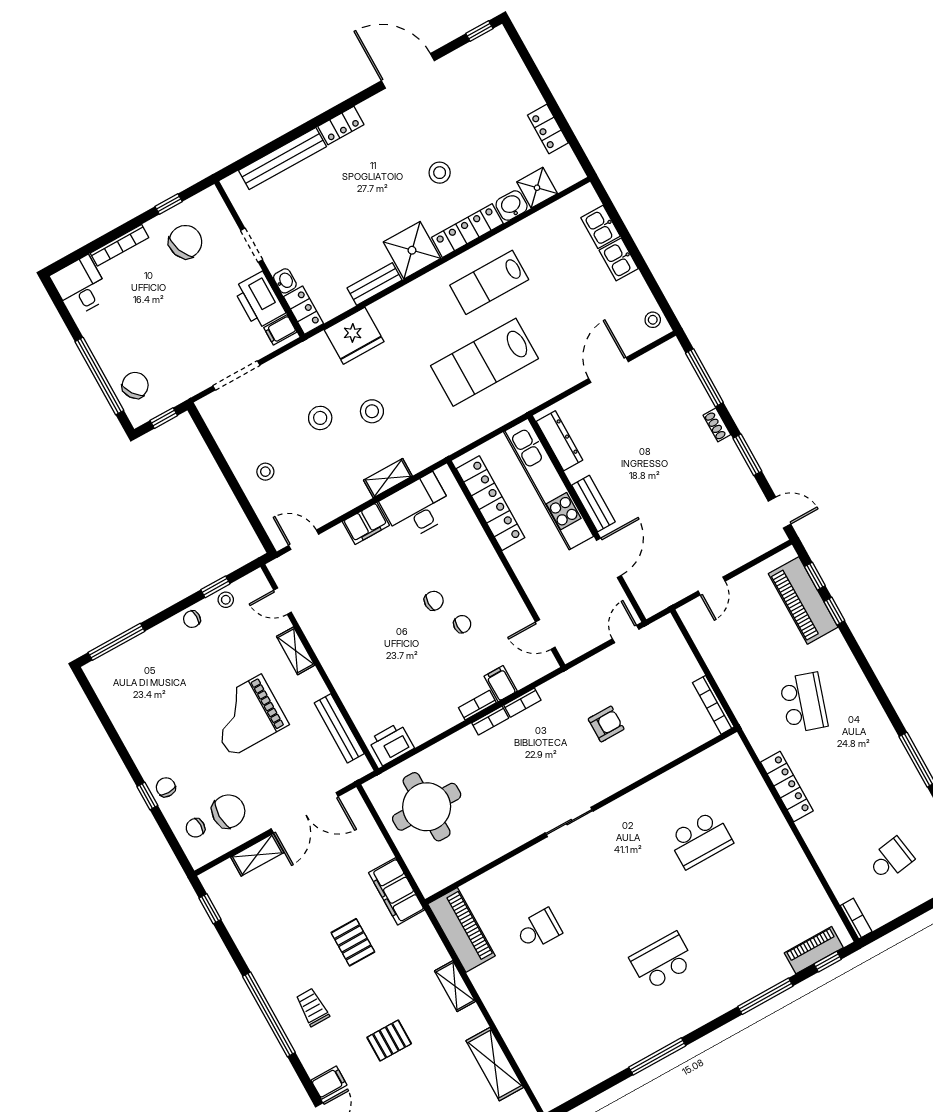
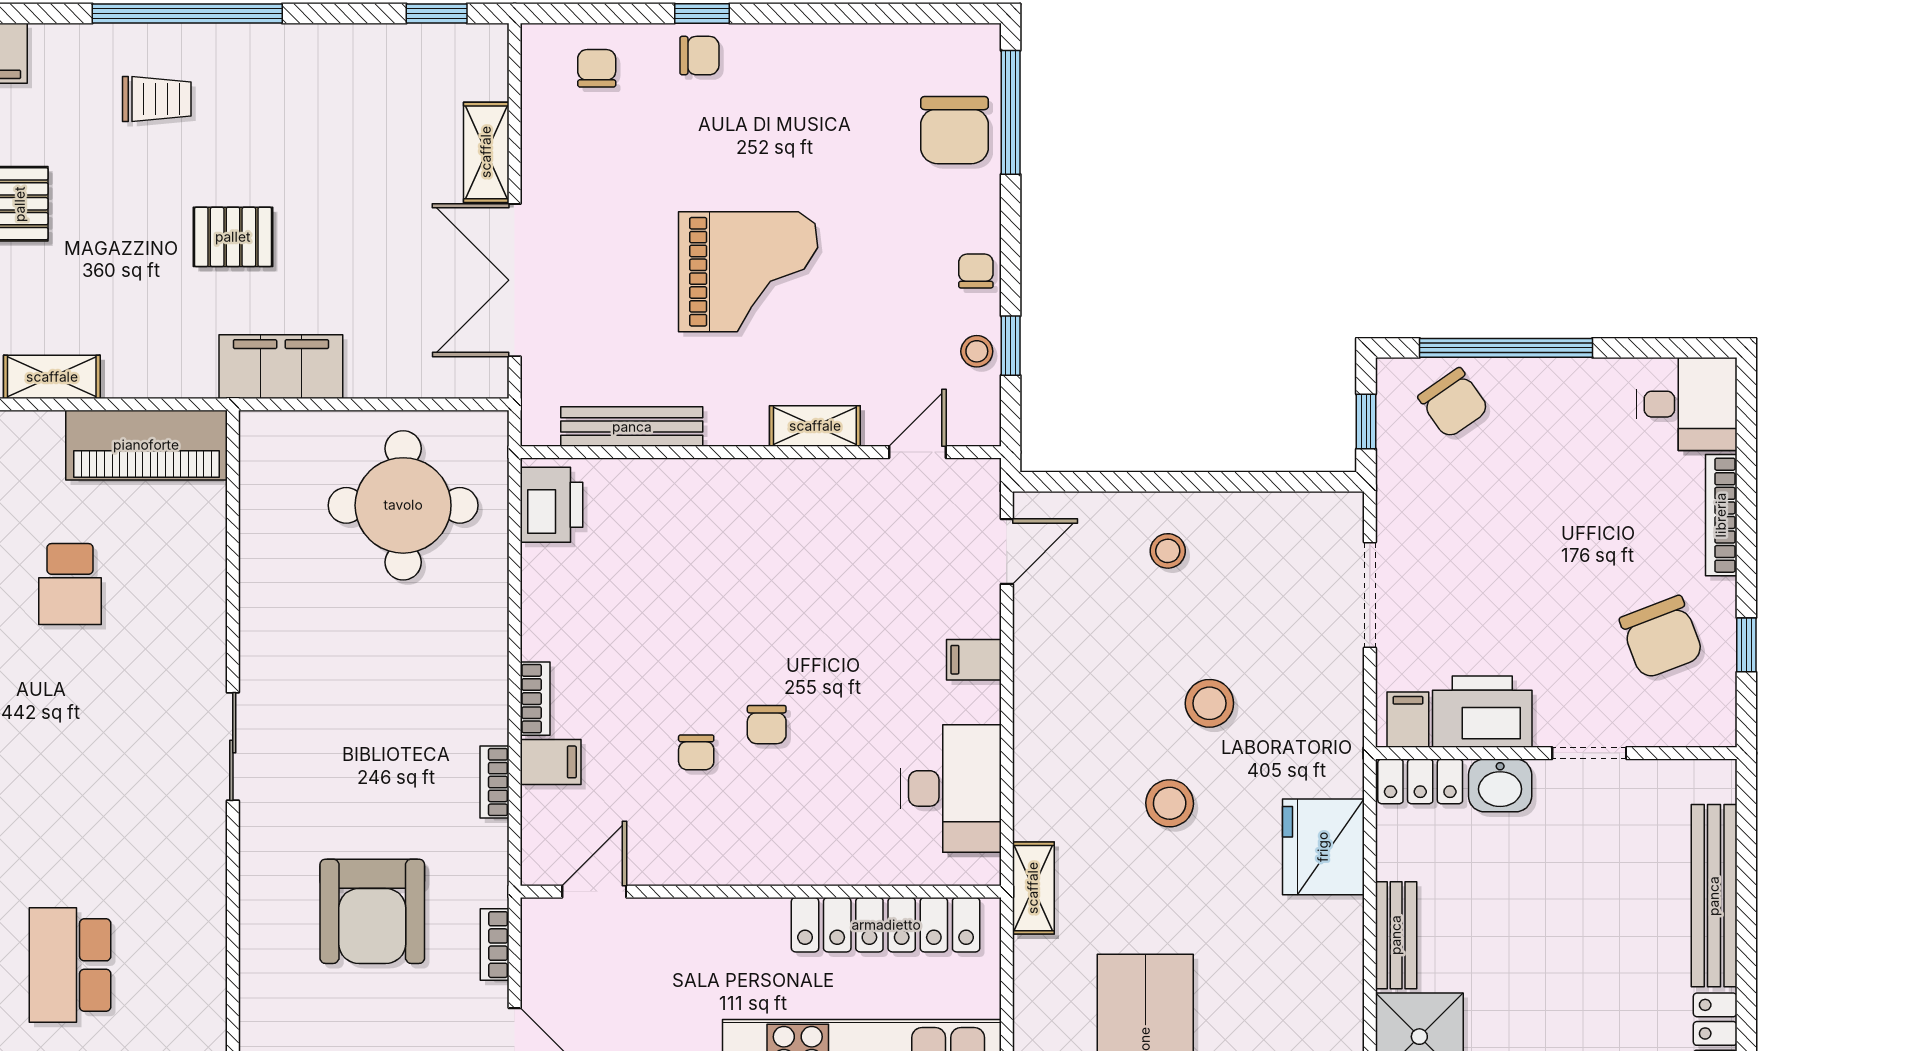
washbasin: (285, 281) -> (1500, 785), width x1.38, depth x1.45
shelving: (388, 478) -> (1033, 888), moved
filing cabinet: (366, 523) -> (974, 660), width x0.50
grand piano: (246, 716) -> (748, 272), turned 90
bookcase: (490, 720) -> (495, 945), moved
armchair: (606, 724) -> (372, 911), width x1.88, depth x1.88
chair: (228, 811) -> (954, 130), moved

